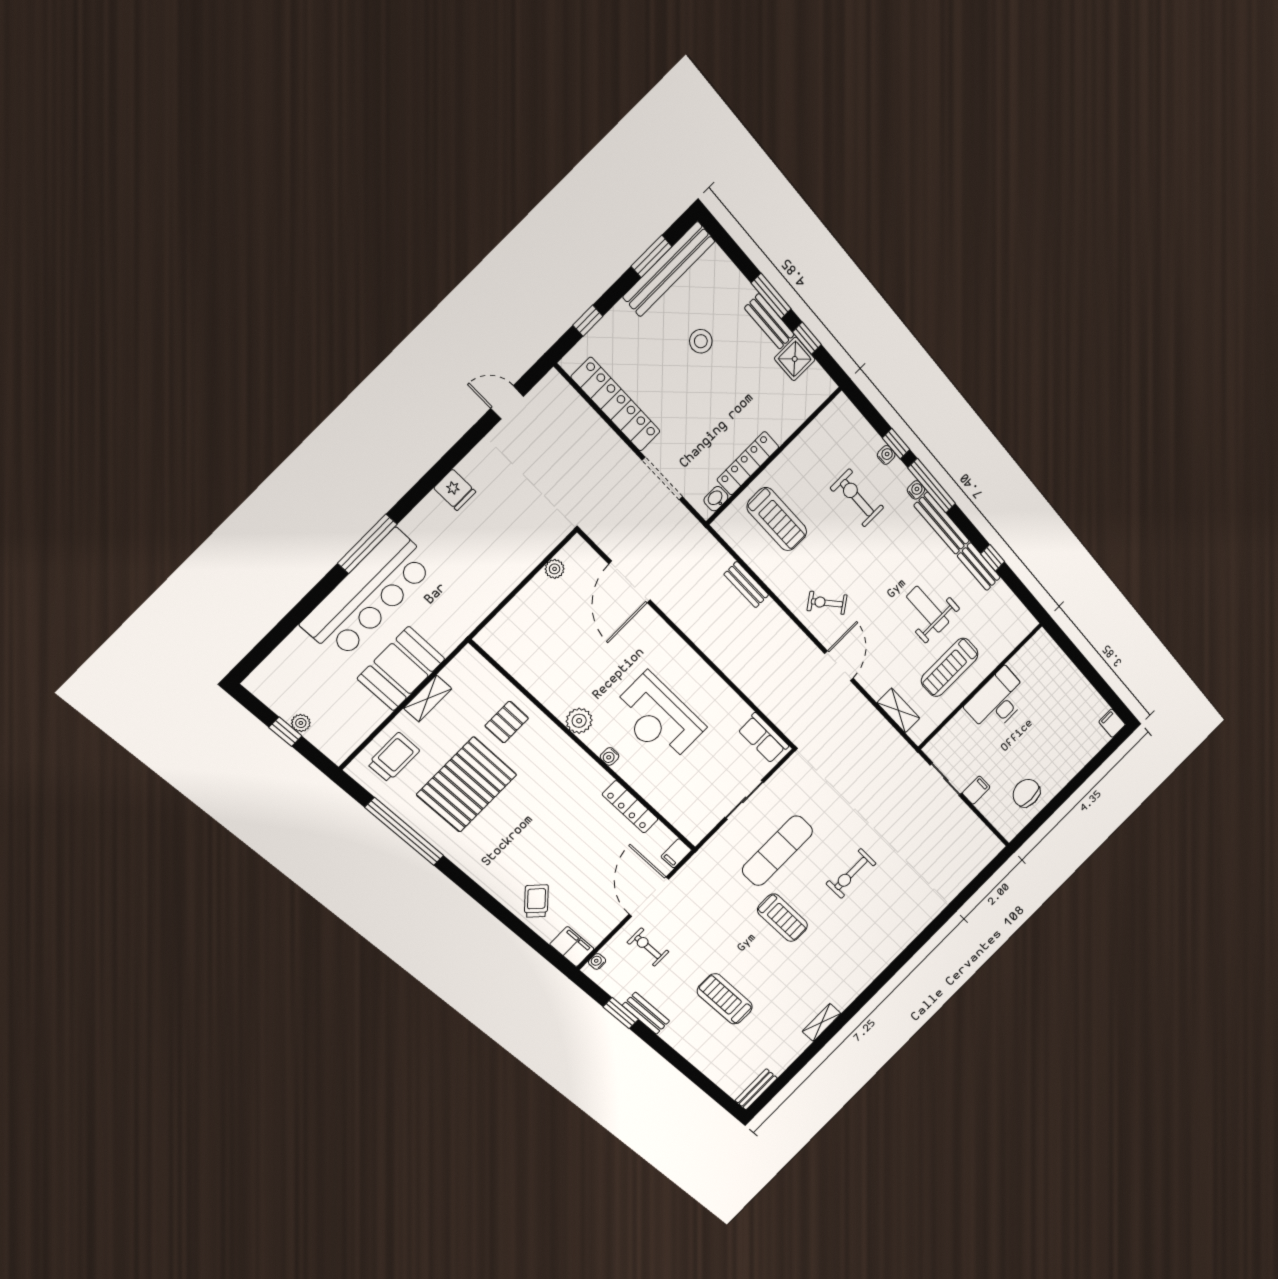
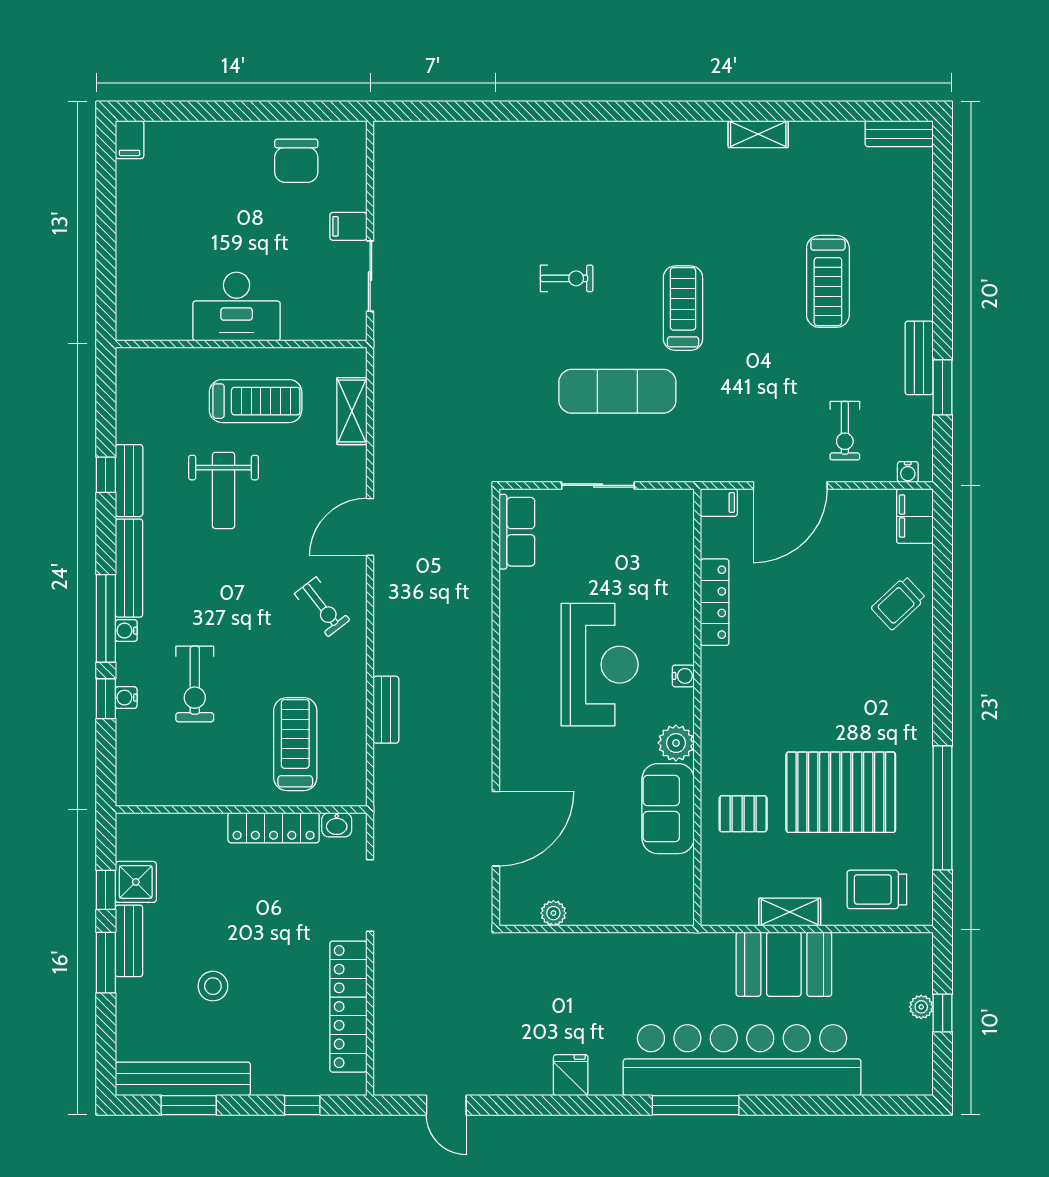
bar counter: (368, 595) -> (742, 1060), width x1.36
sofa: (549, 684) -> (668, 809), added
exercise bike: (851, 874) -> (567, 278), width x0.73, depth x0.72

